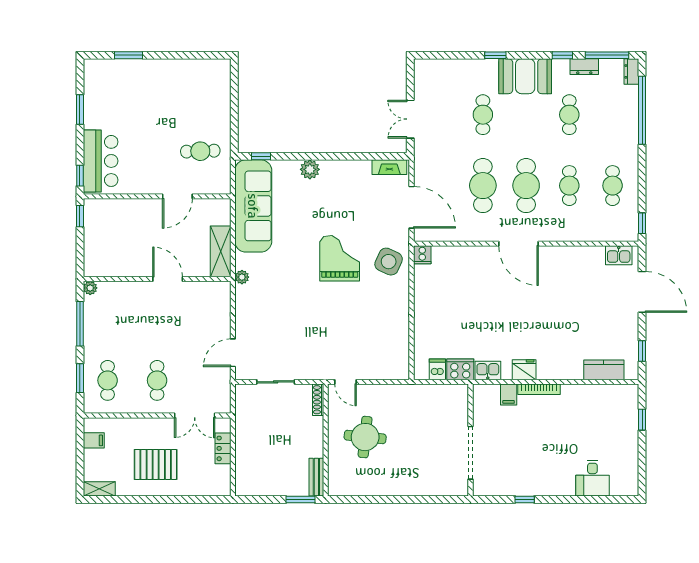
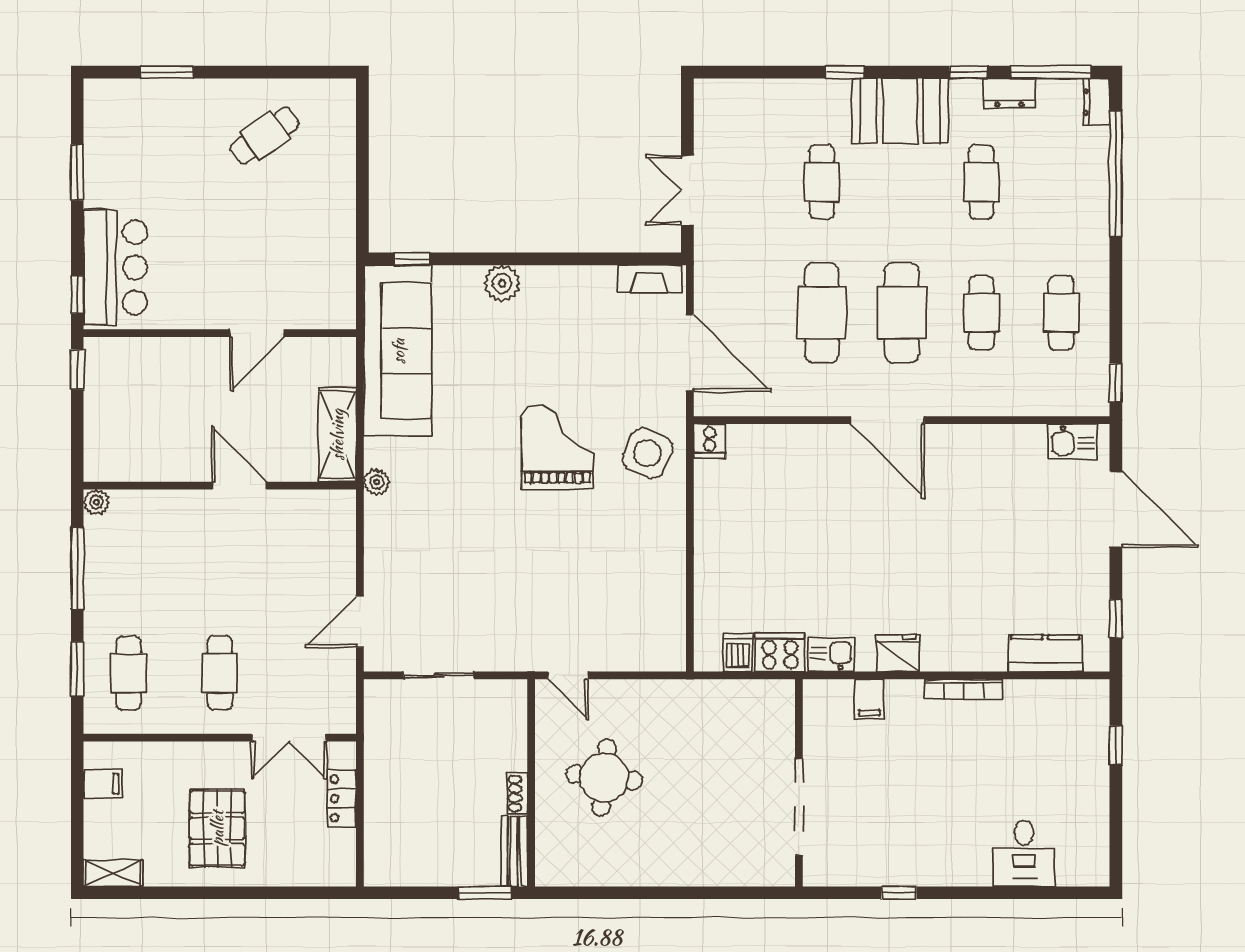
cafe table: (200, 151) -> (265, 136), moved, turned -33
bookcase: (539, 389) -> (964, 689), moved
shoe rack: (318, 400) -> (517, 793), moved, width x0.70
pallet: (156, 464) -> (217, 828), turned 90

